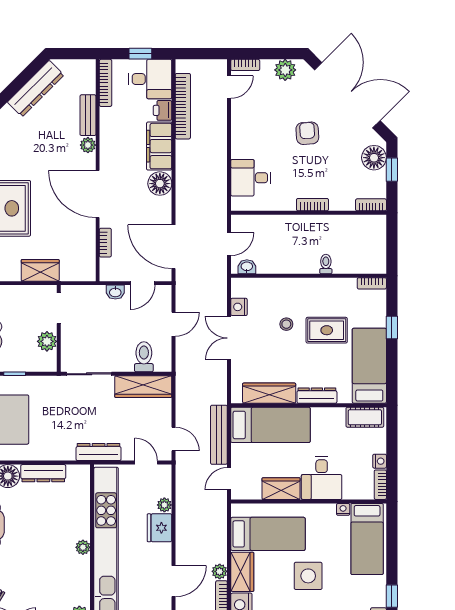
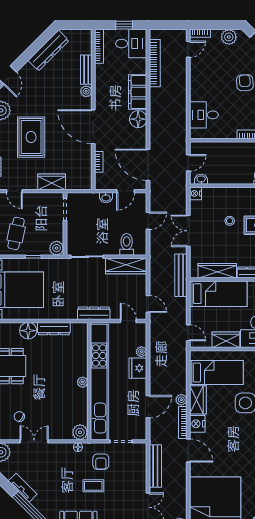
printer: (163, 110) -> (140, 66), removed
nightstand: (239, 307) -> (195, 193), moved
plant: (47, 341) -> (57, 248), moved
bench: (219, 435) -> (181, 275), moved
door: (229, 479) -> (188, 333), swing flipped

